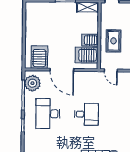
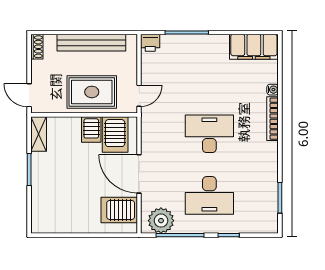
rug: (113, 41) -> (92, 92), width x1.36, depth x1.43
door: (62, 70) -> (139, 174), swing flipped
desk: (86, 114) -> (209, 134), width x1.37

